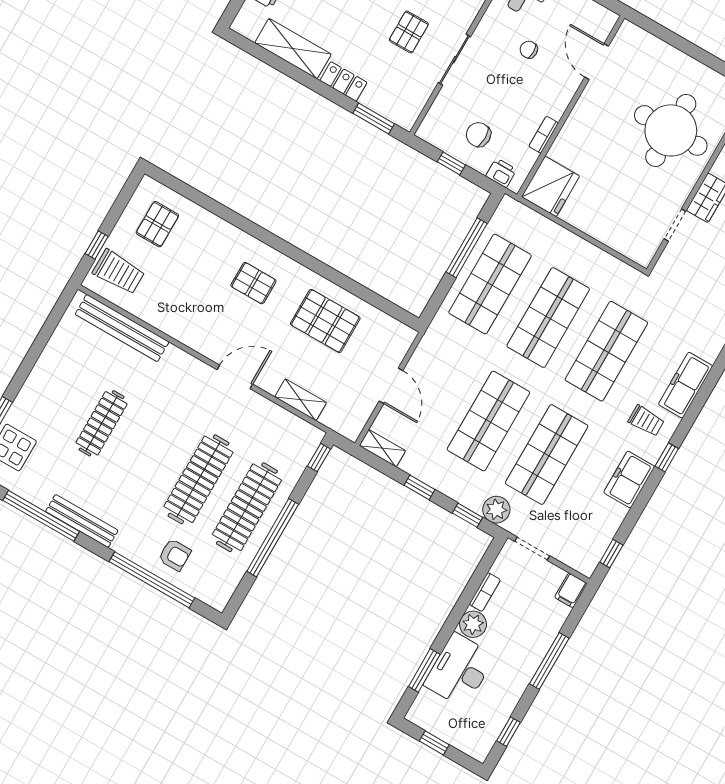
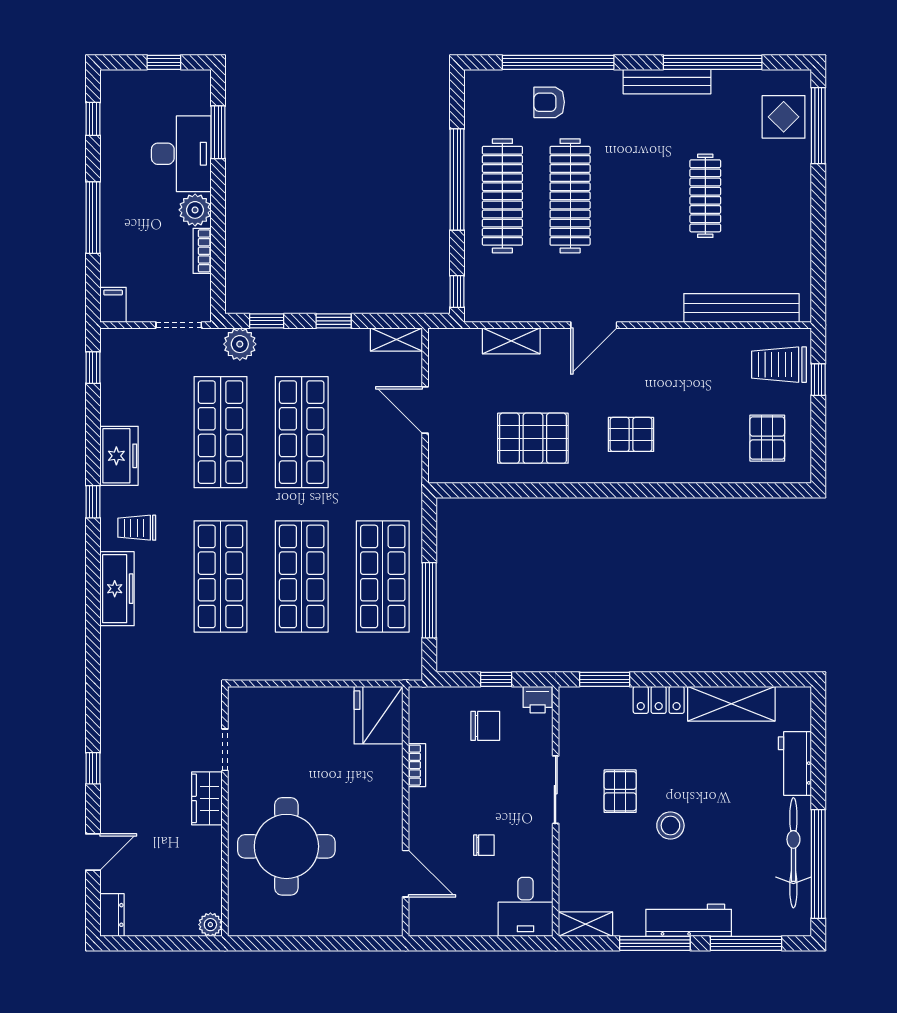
printer: (501, 173) -> (538, 700), moved

